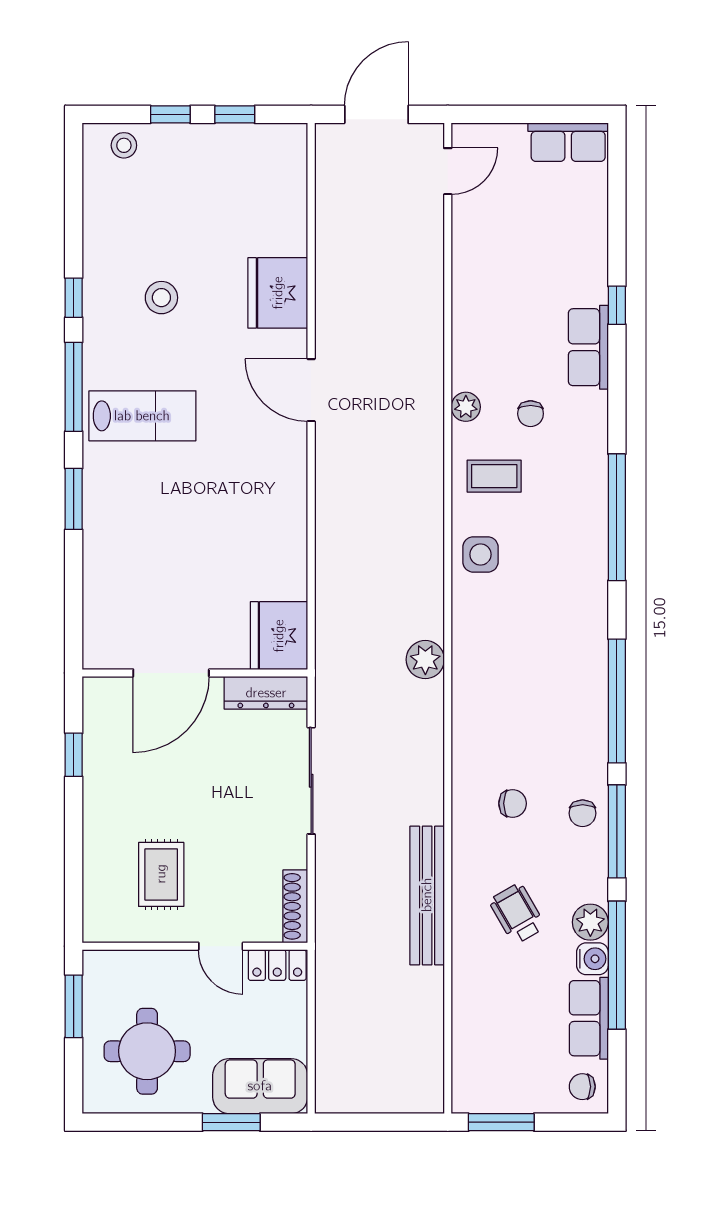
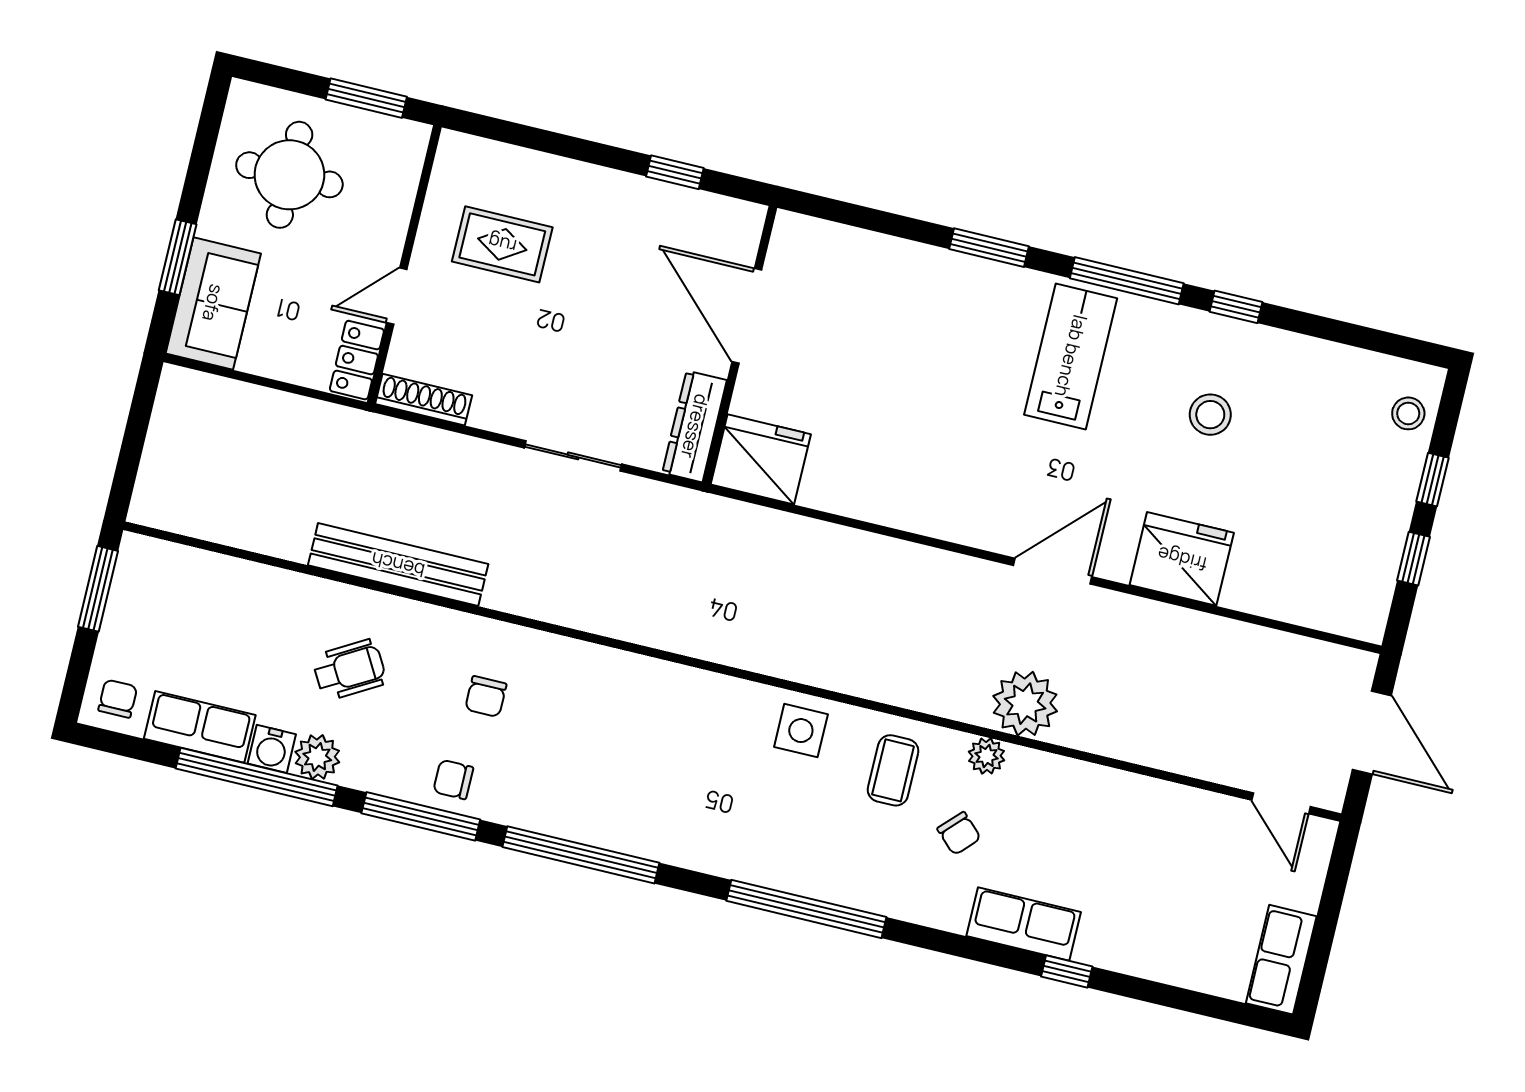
chair: (531, 414) -> (959, 833), turned -136
lab bench: (142, 416) -> (1071, 356), turned 180
plant: (425, 660) -> (1025, 704), moved, width x1.36, depth x1.36
sliding door: (311, 781) -> (573, 456), width x0.73

